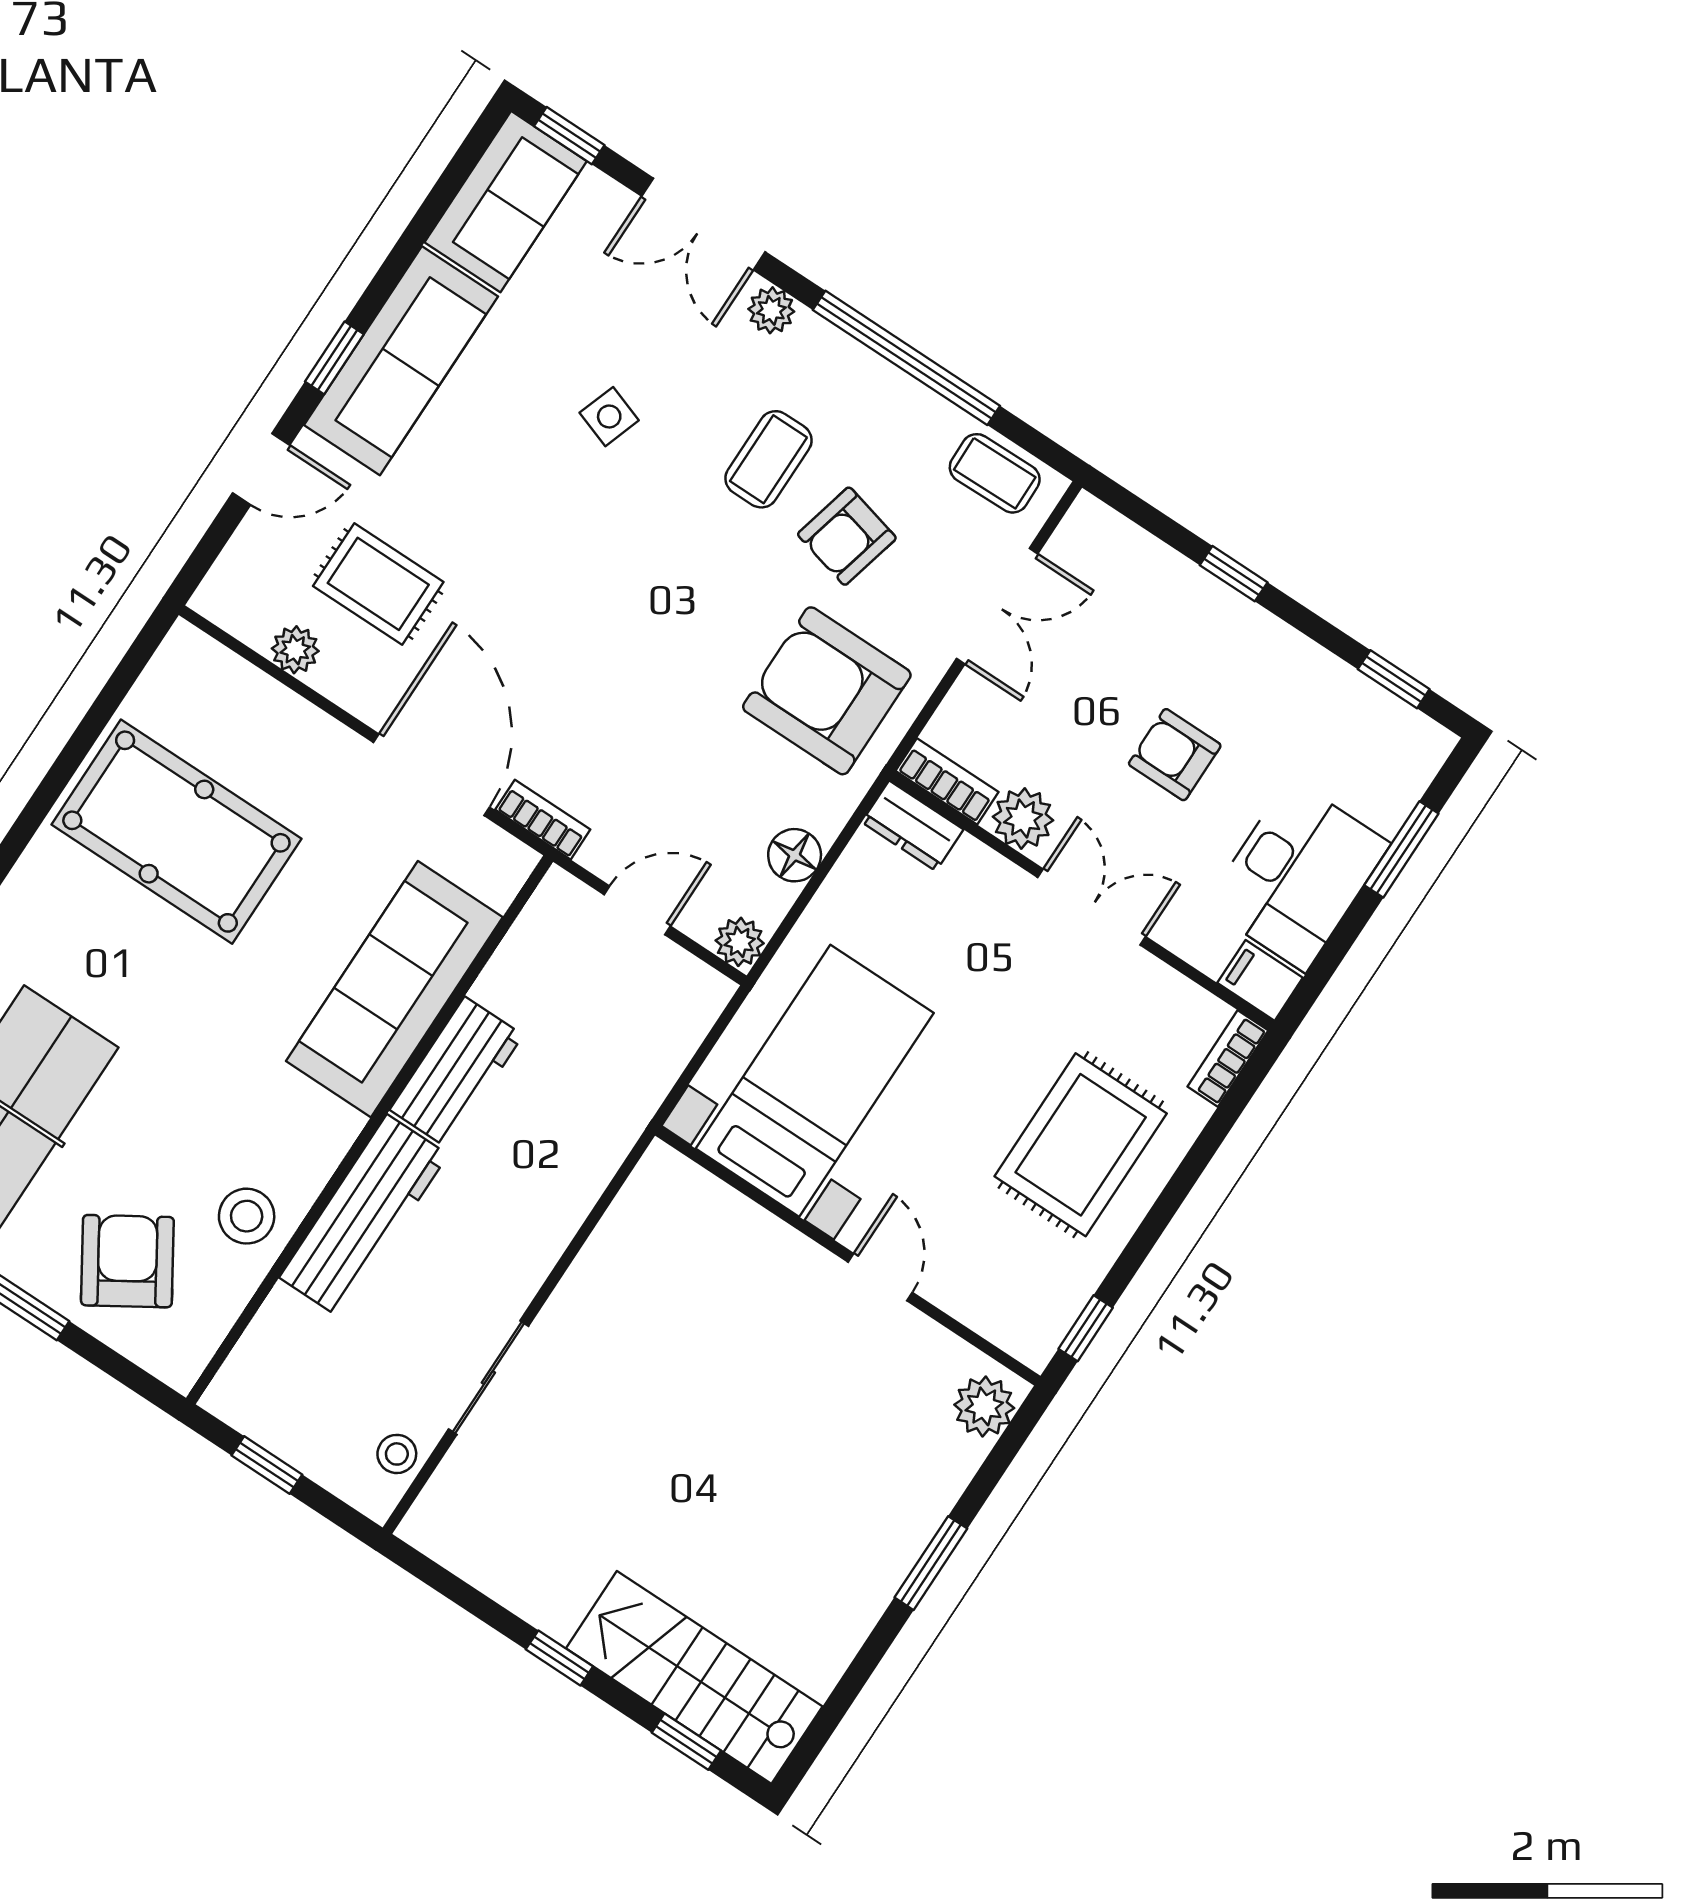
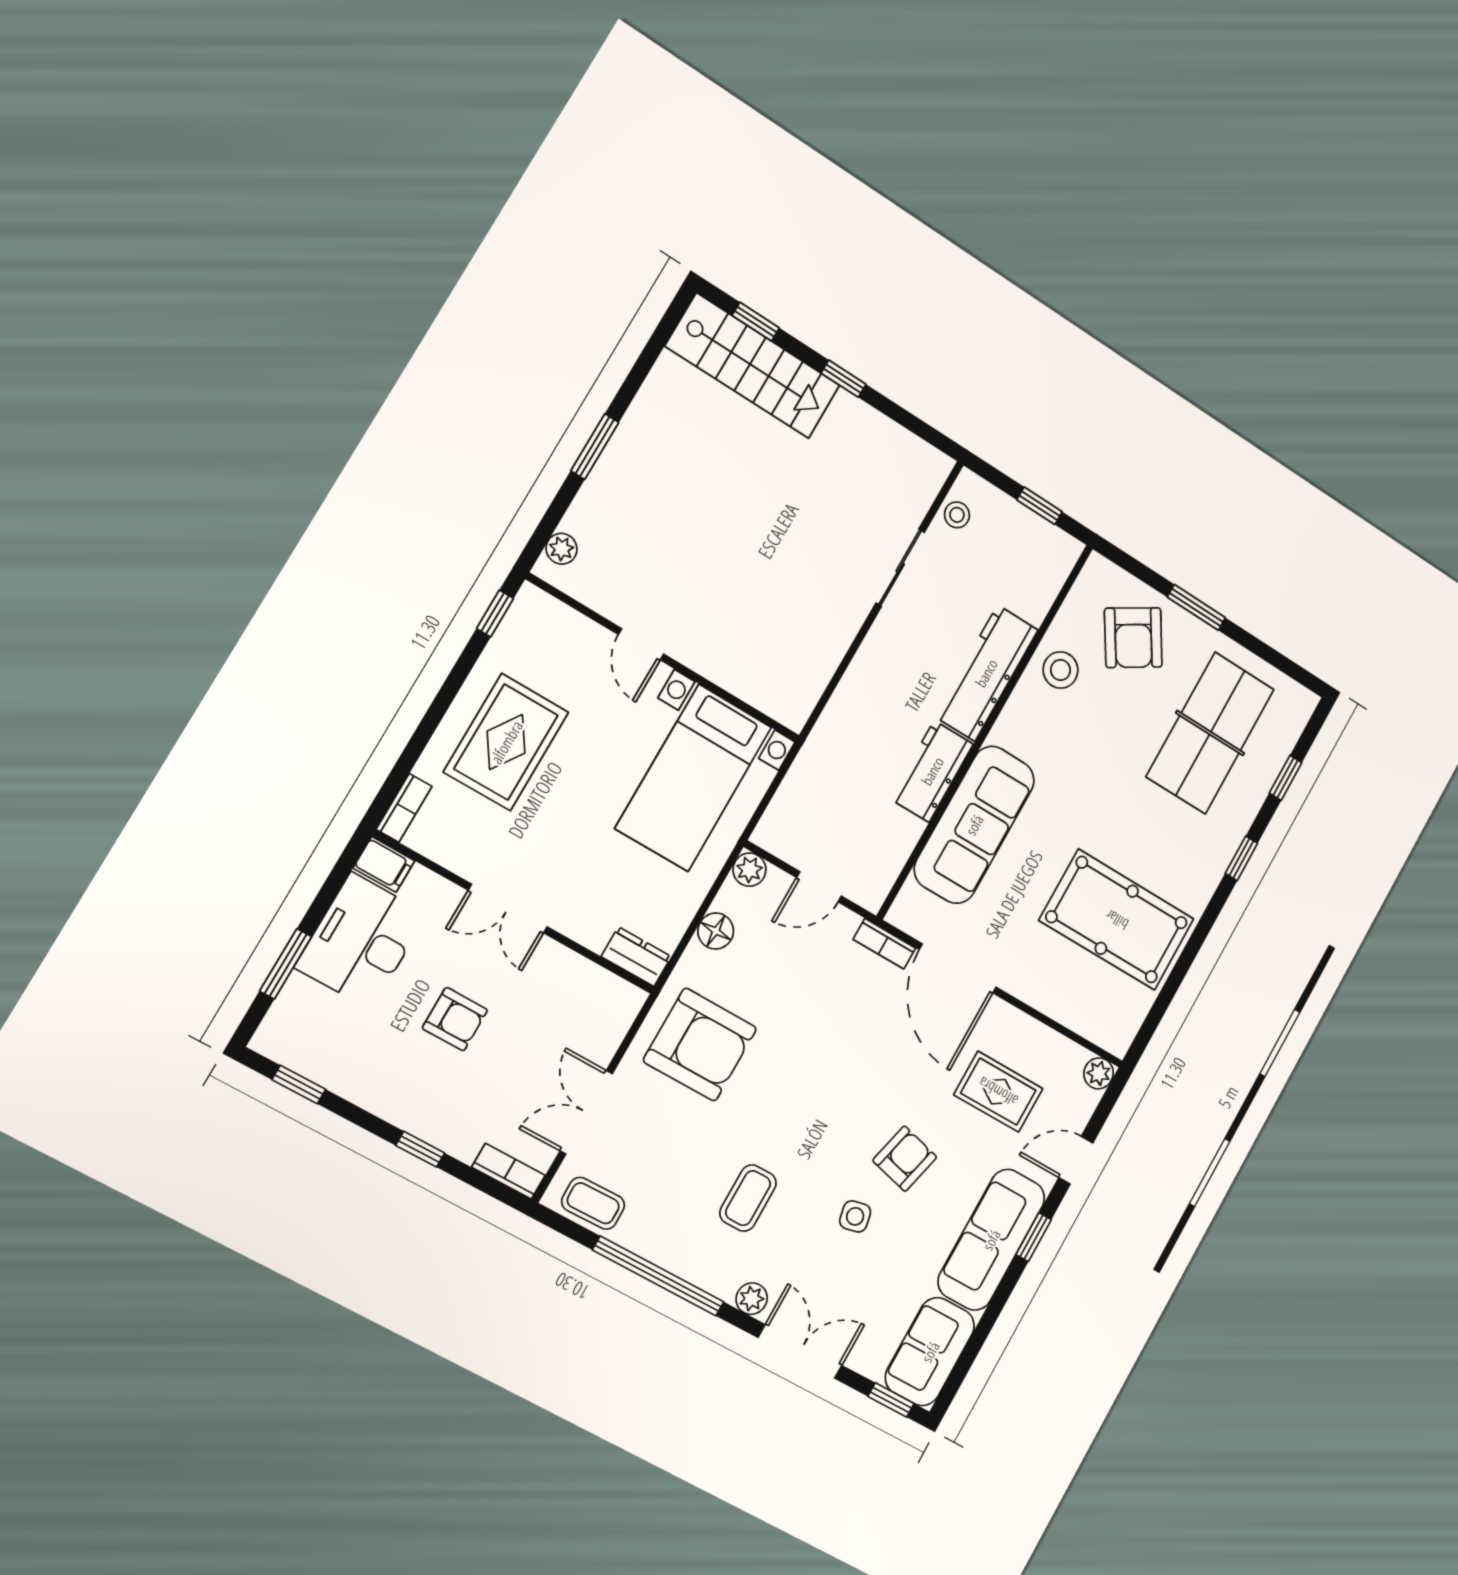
side table: (609, 417) -> (855, 1216), turned -31
armchair: (847, 536) -> (905, 1159), moved
plant: (295, 650) -> (1099, 1073), moved
bookcase: (947, 781) -> (509, 1171), moved, turned 180
plant: (1023, 818) -> (560, 967), removed
plant: (984, 1406) -> (562, 549), width x0.73, depth x0.73

